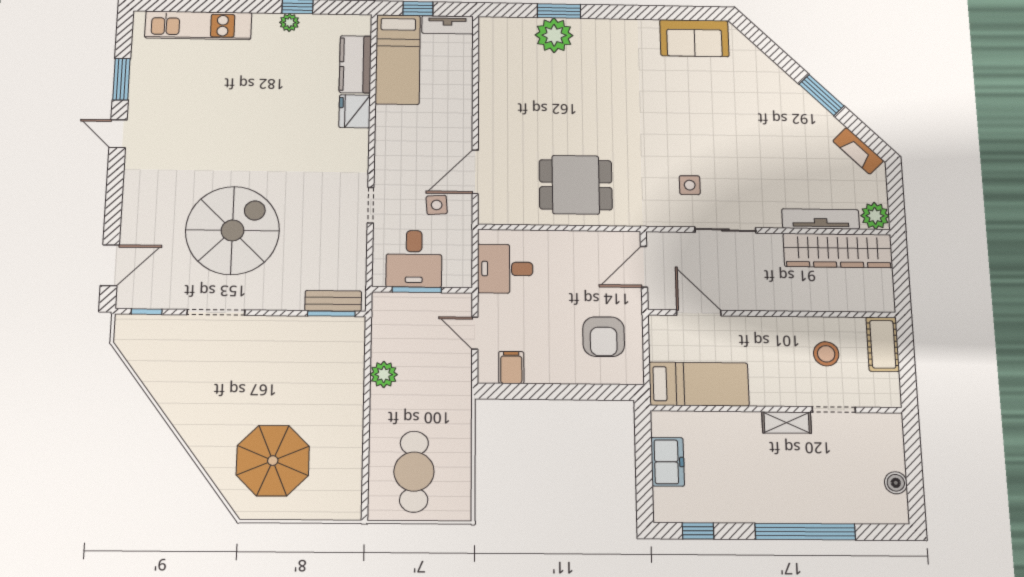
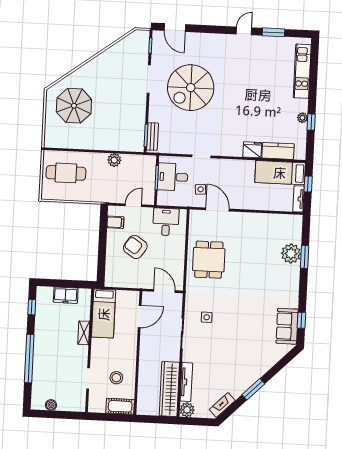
window: (681, 13) -> (301, 320), added
spiral stairs: (232, 230) -> (191, 88), turned 90
armchair: (604, 337) -> (135, 247), moved, turned 34
shelving: (787, 423) -> (84, 333), moved

